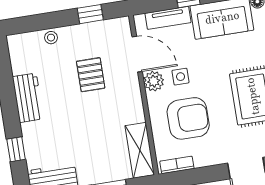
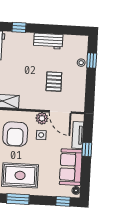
window: (90, 14) -> (92, 61), moved
door: (137, 54) -> (60, 112), hinge flipped
pallet: (91, 75) -> (54, 82), turned 90

